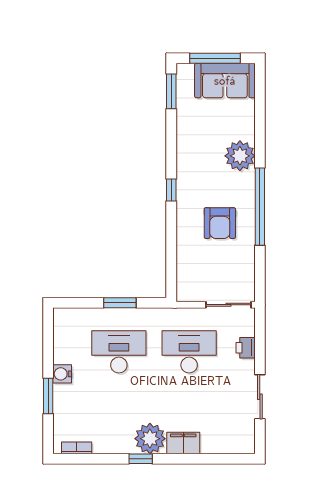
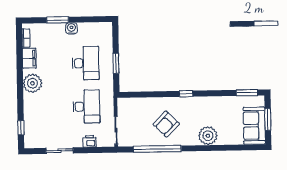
window: (215, 58) -> (268, 119), width x0.69
window: (260, 207) -> (157, 149), moved
armchair: (220, 223) -> (166, 124), turned -45
filing cabinet: (183, 443) -> (29, 58), moved
window: (141, 459) -> (21, 128), moved

